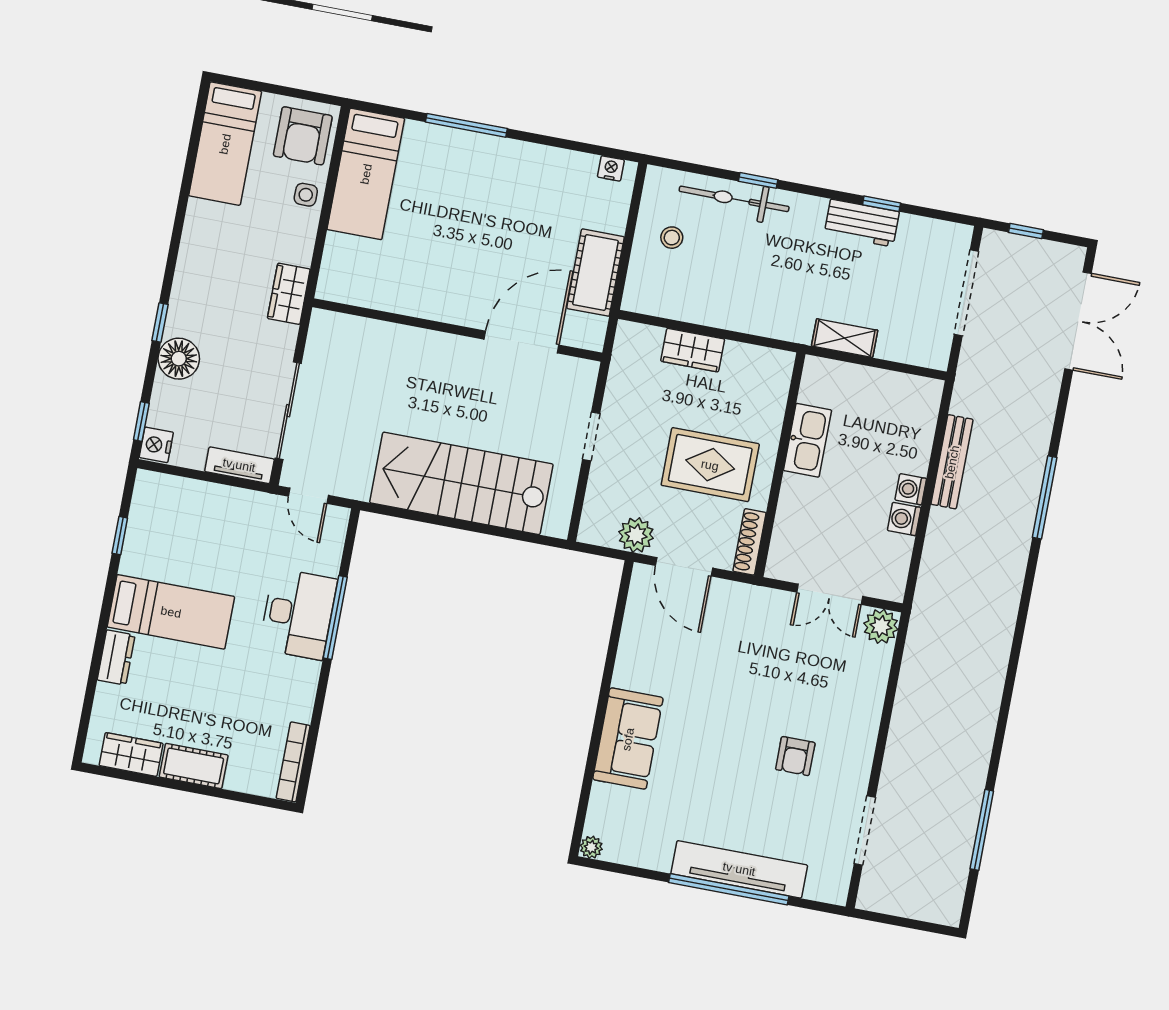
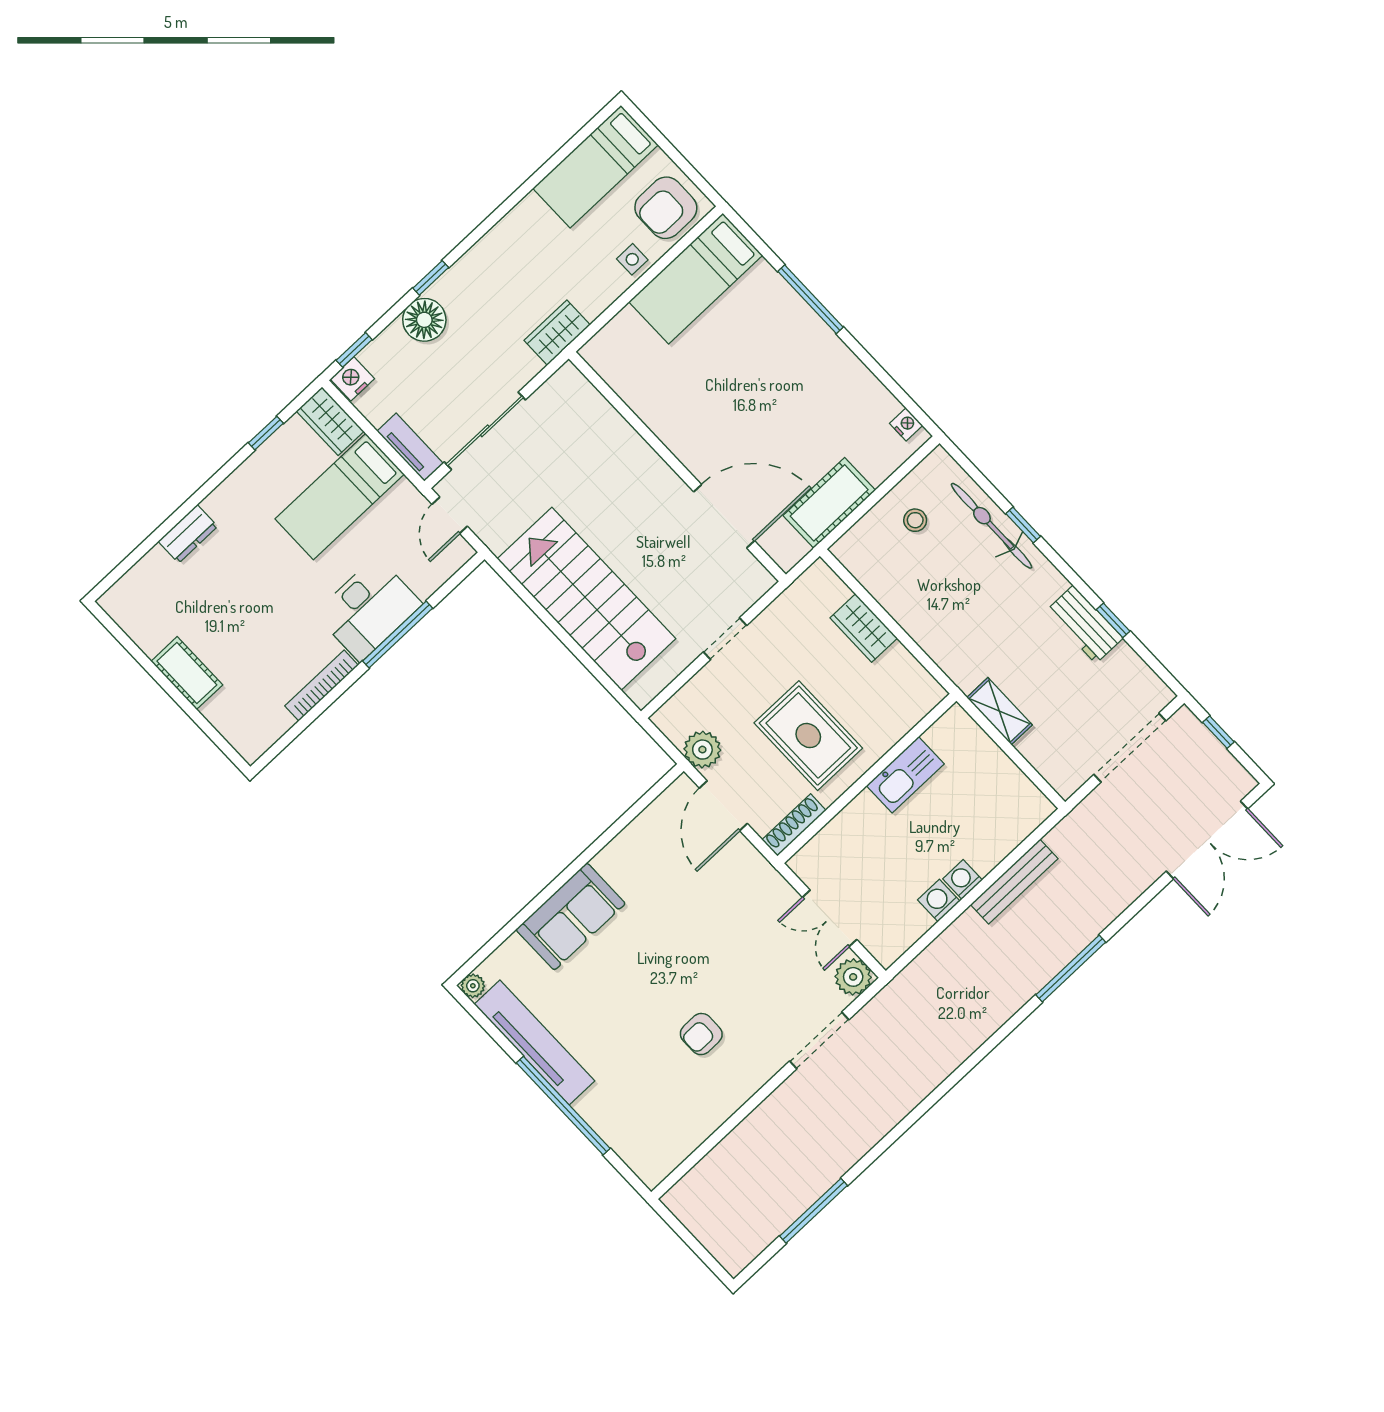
bed: (171, 612) -> (340, 496), moved, turned 90
wardrobe: (131, 754) -> (330, 421), moved, turned 180
bookcase: (293, 762) -> (322, 685), moved
doorway: (865, 831) -> (819, 1040), moved
tv unit: (739, 869) -> (535, 1043), moved

